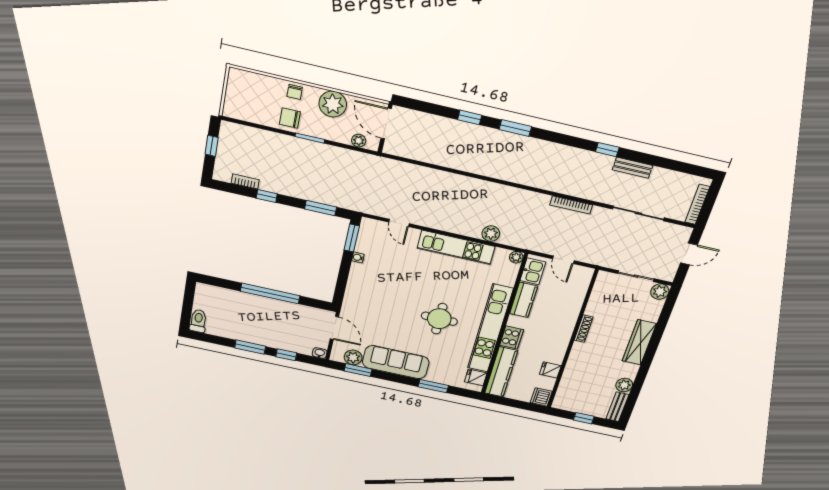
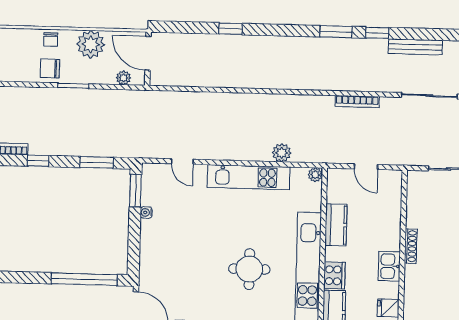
window: (515, 128) -> (336, 32), moved
bench: (633, 168) -> (415, 47), width x1.36
kitchen sink: (533, 271) -> (389, 266), moved, turned 180
window: (270, 293) -> (84, 279), moved

